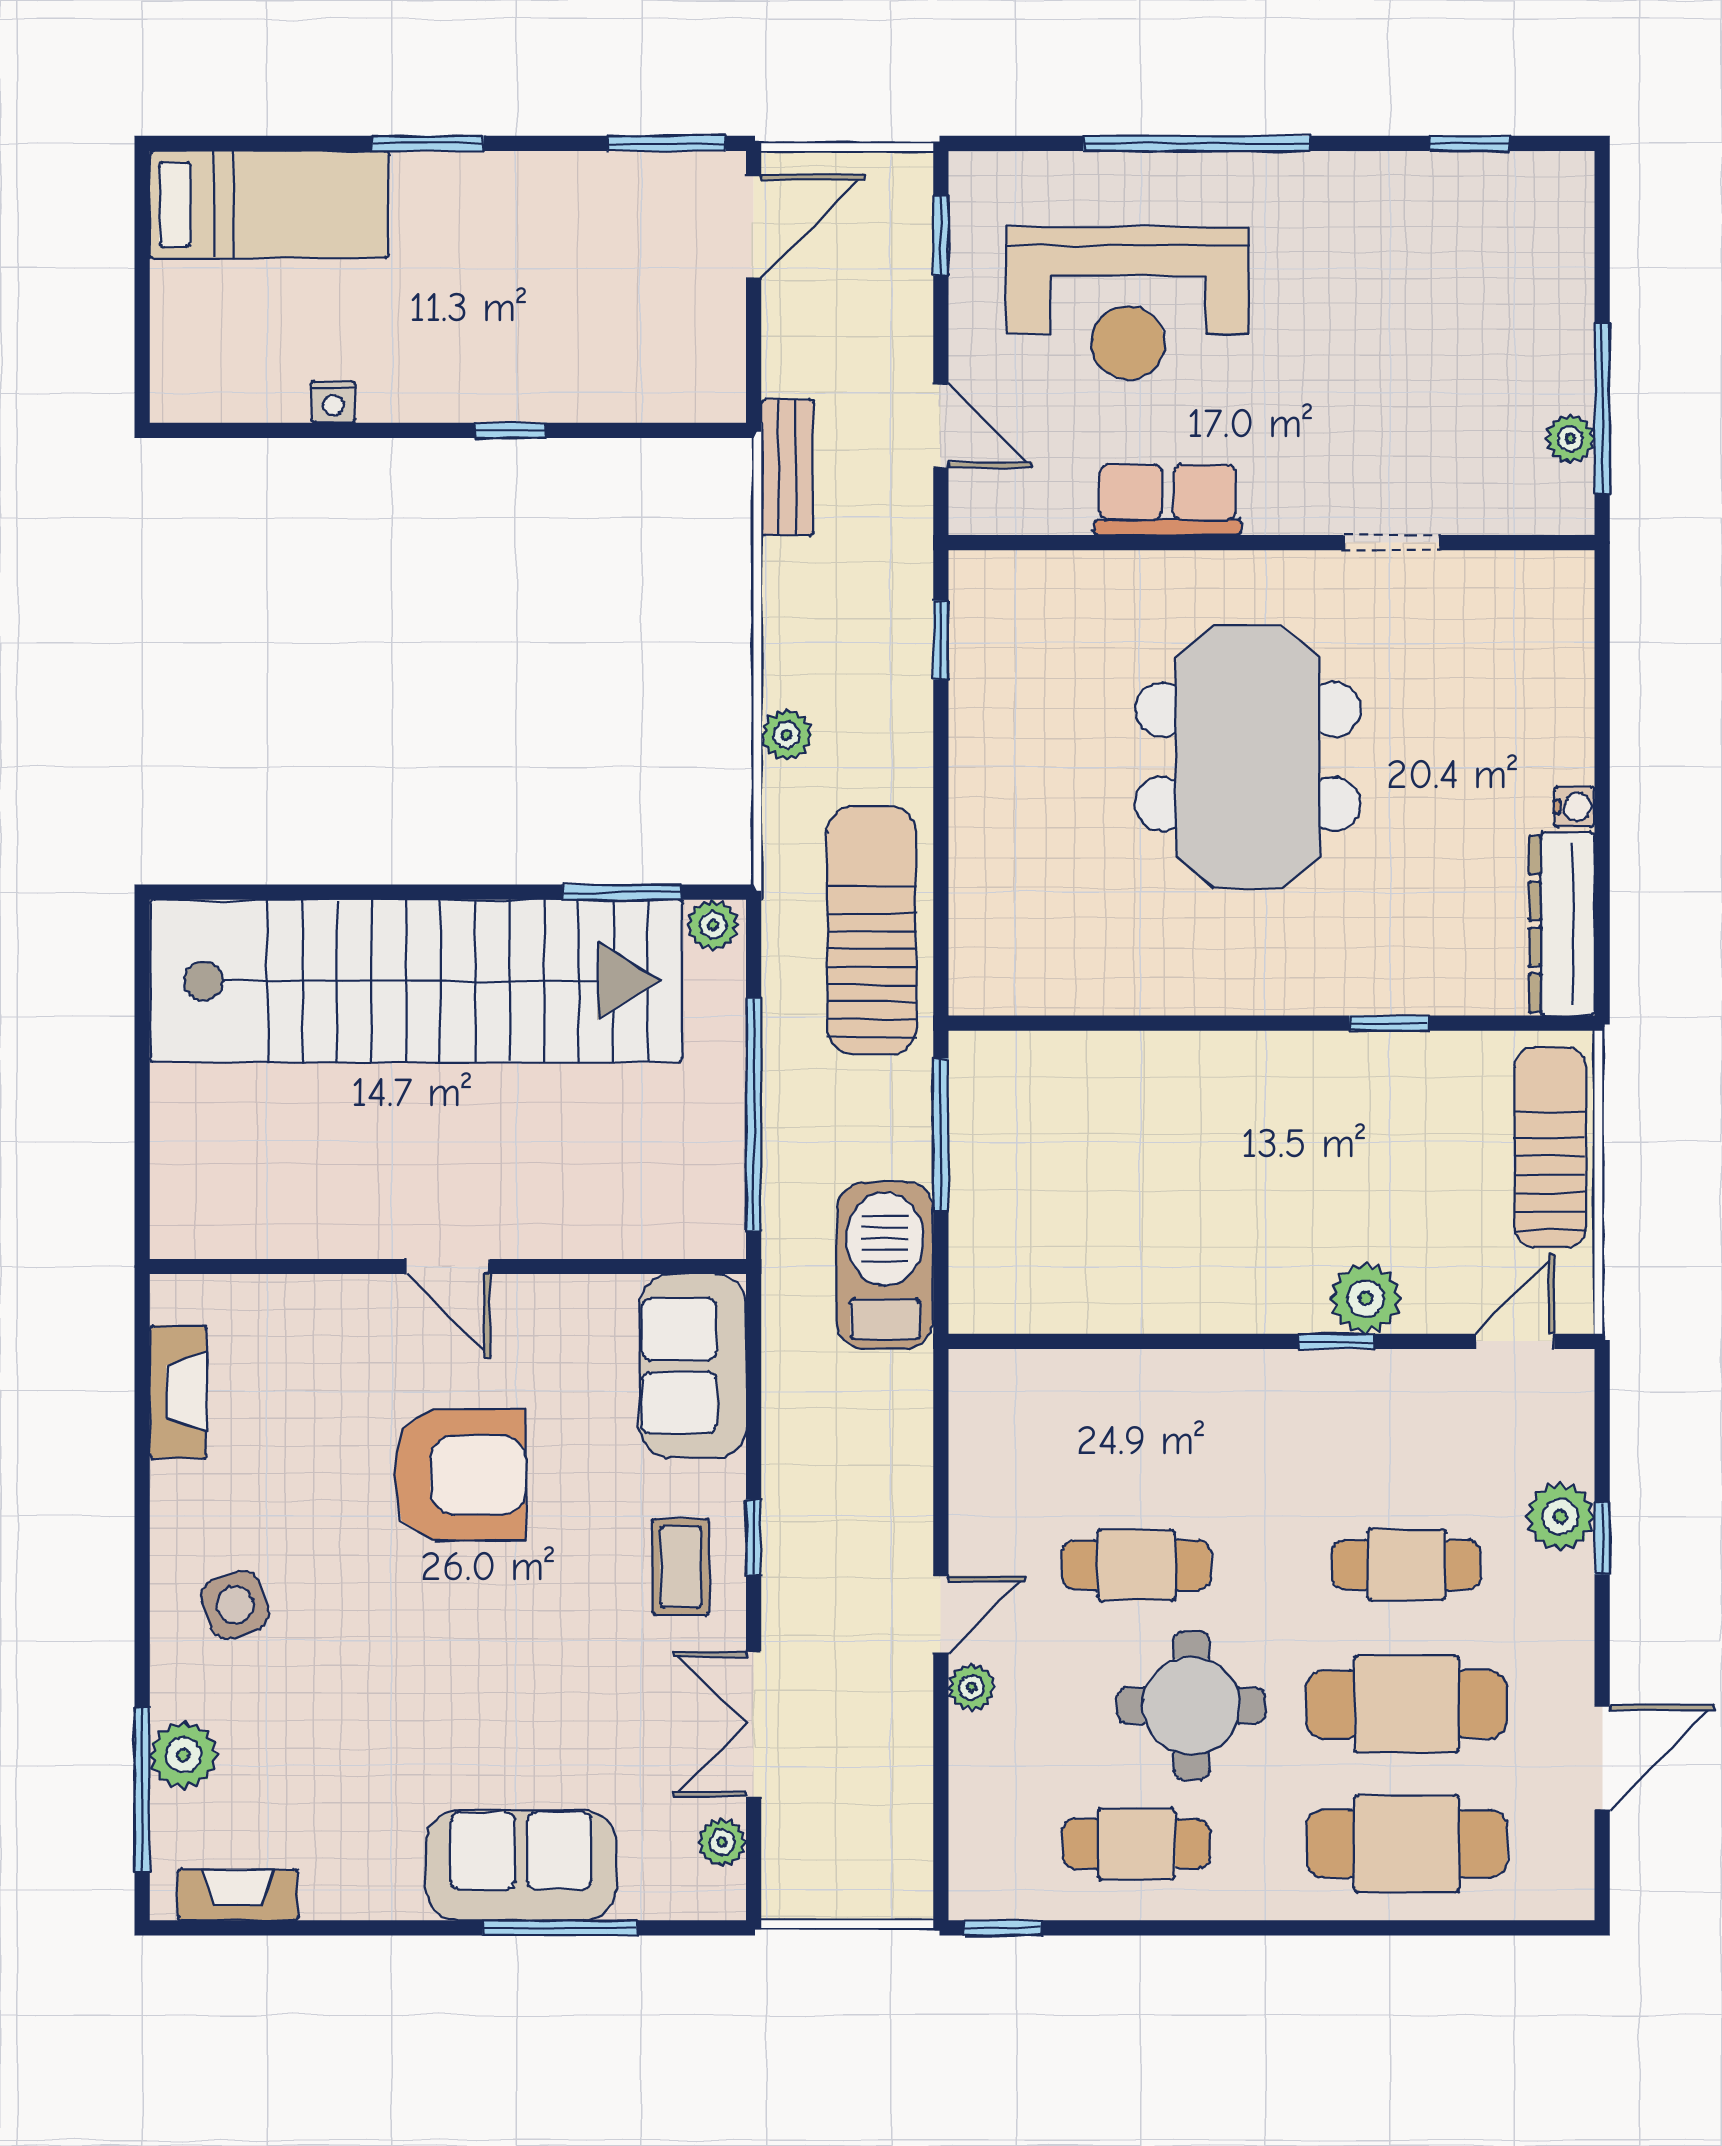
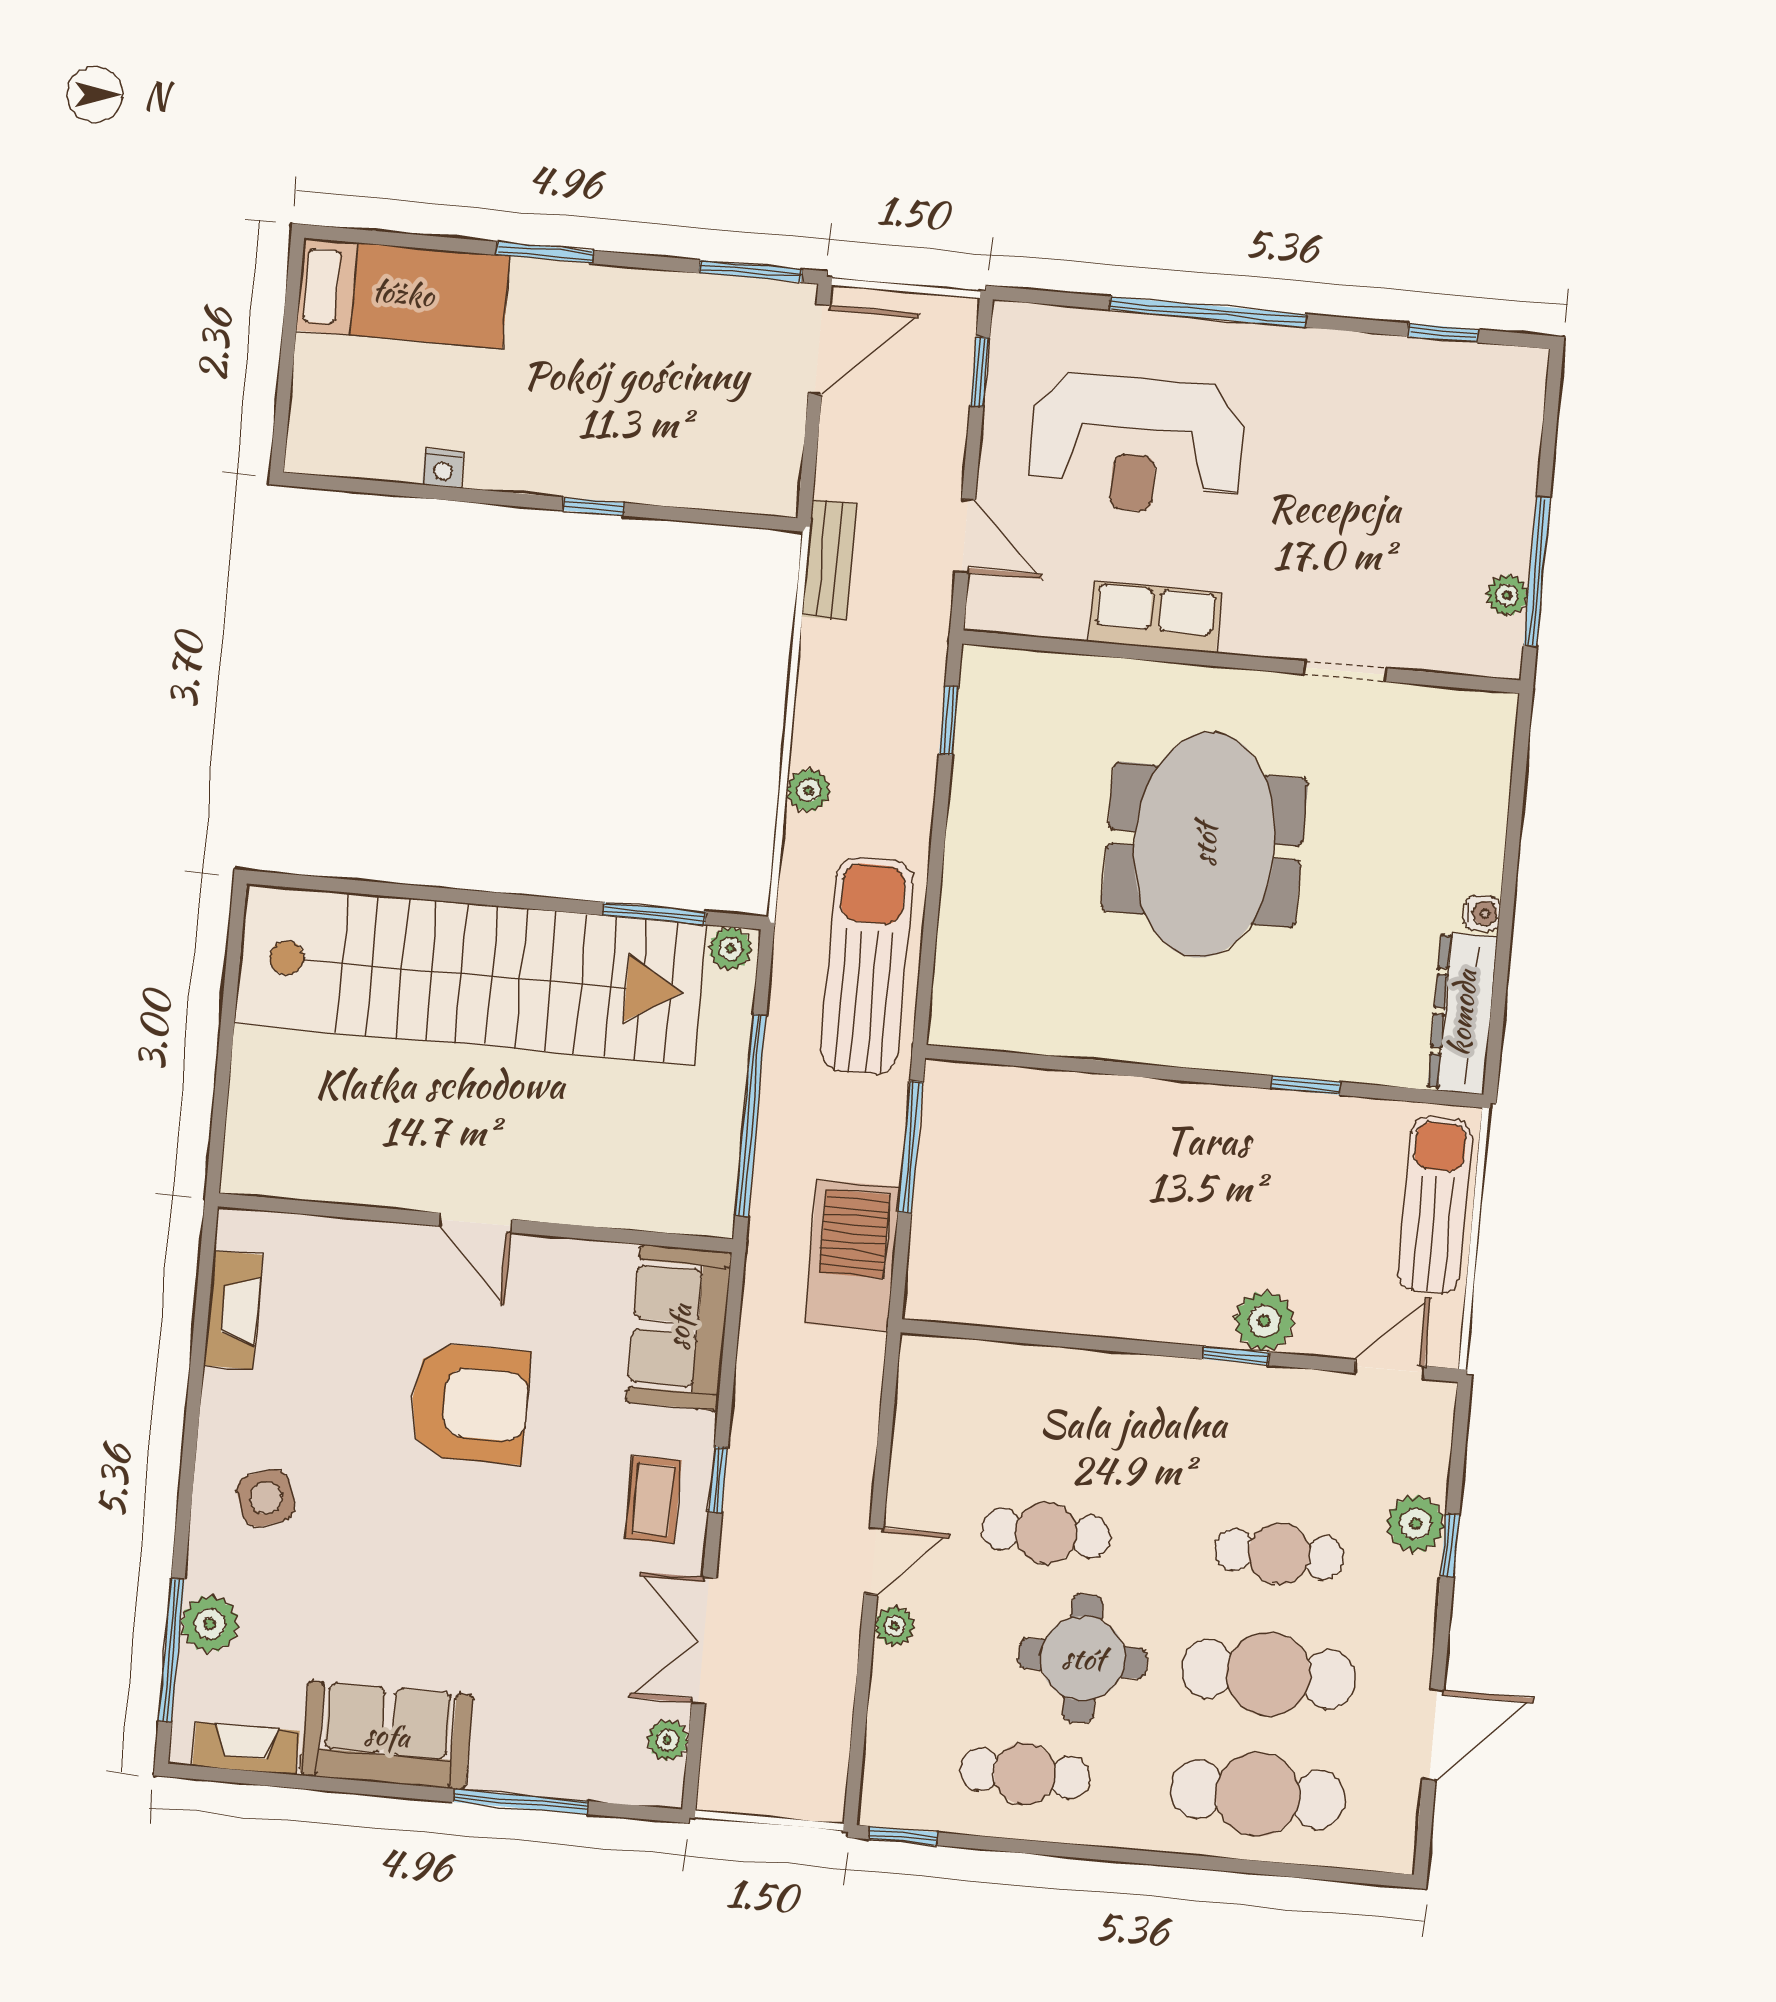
sofa: (521, 1865) -> (387, 1735), moved

